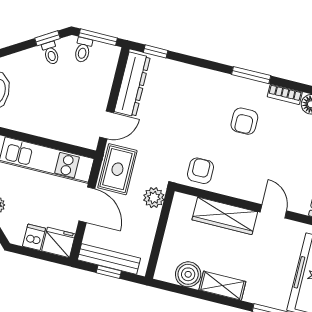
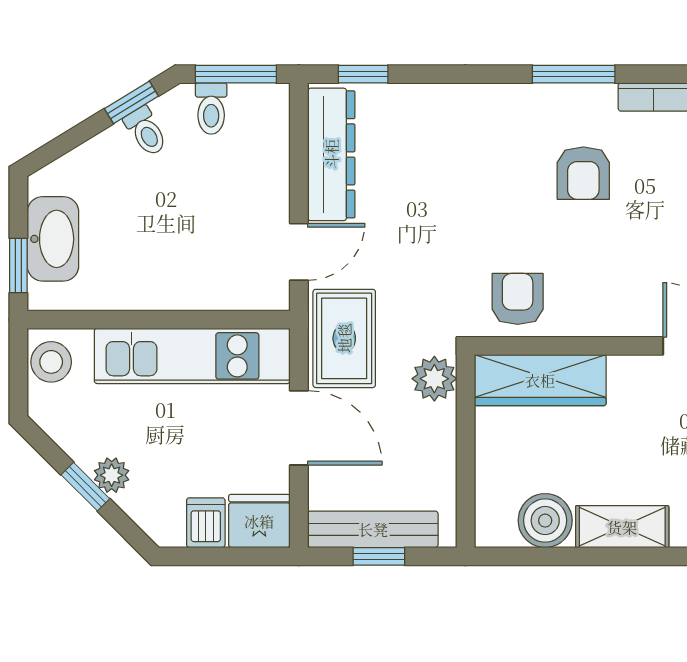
wardrobe: (225, 216) -> (540, 380), moved

